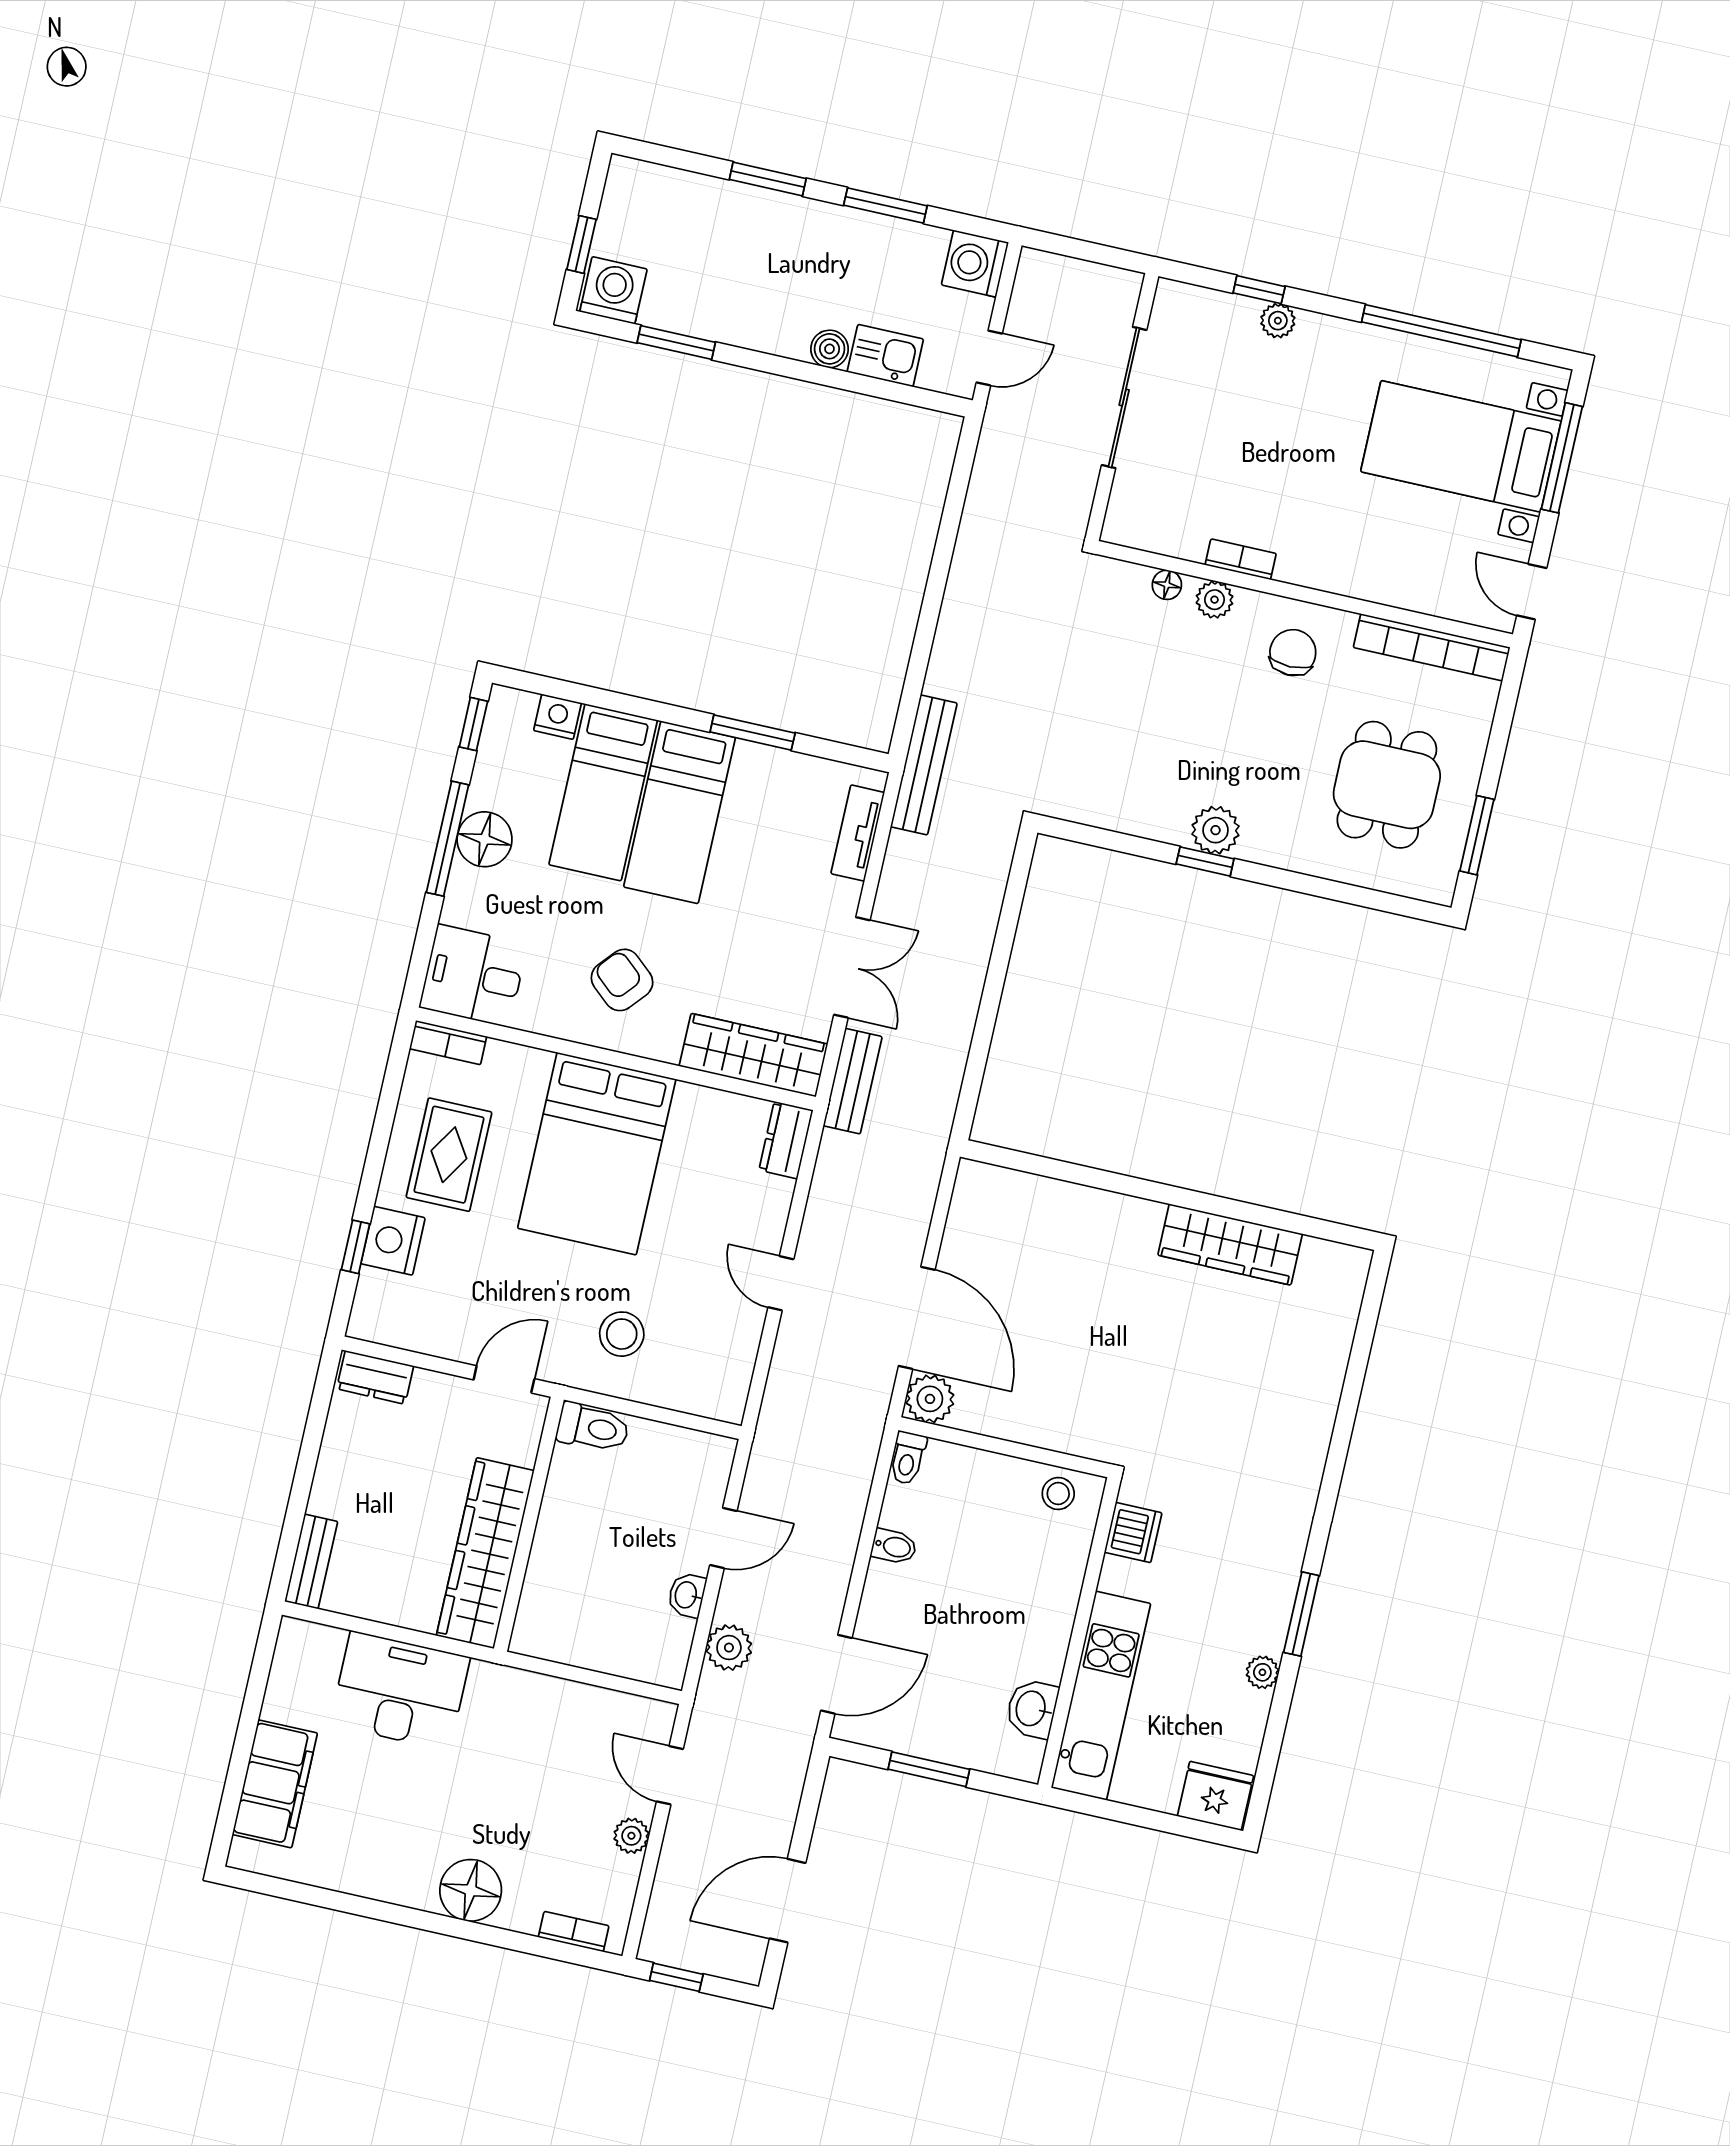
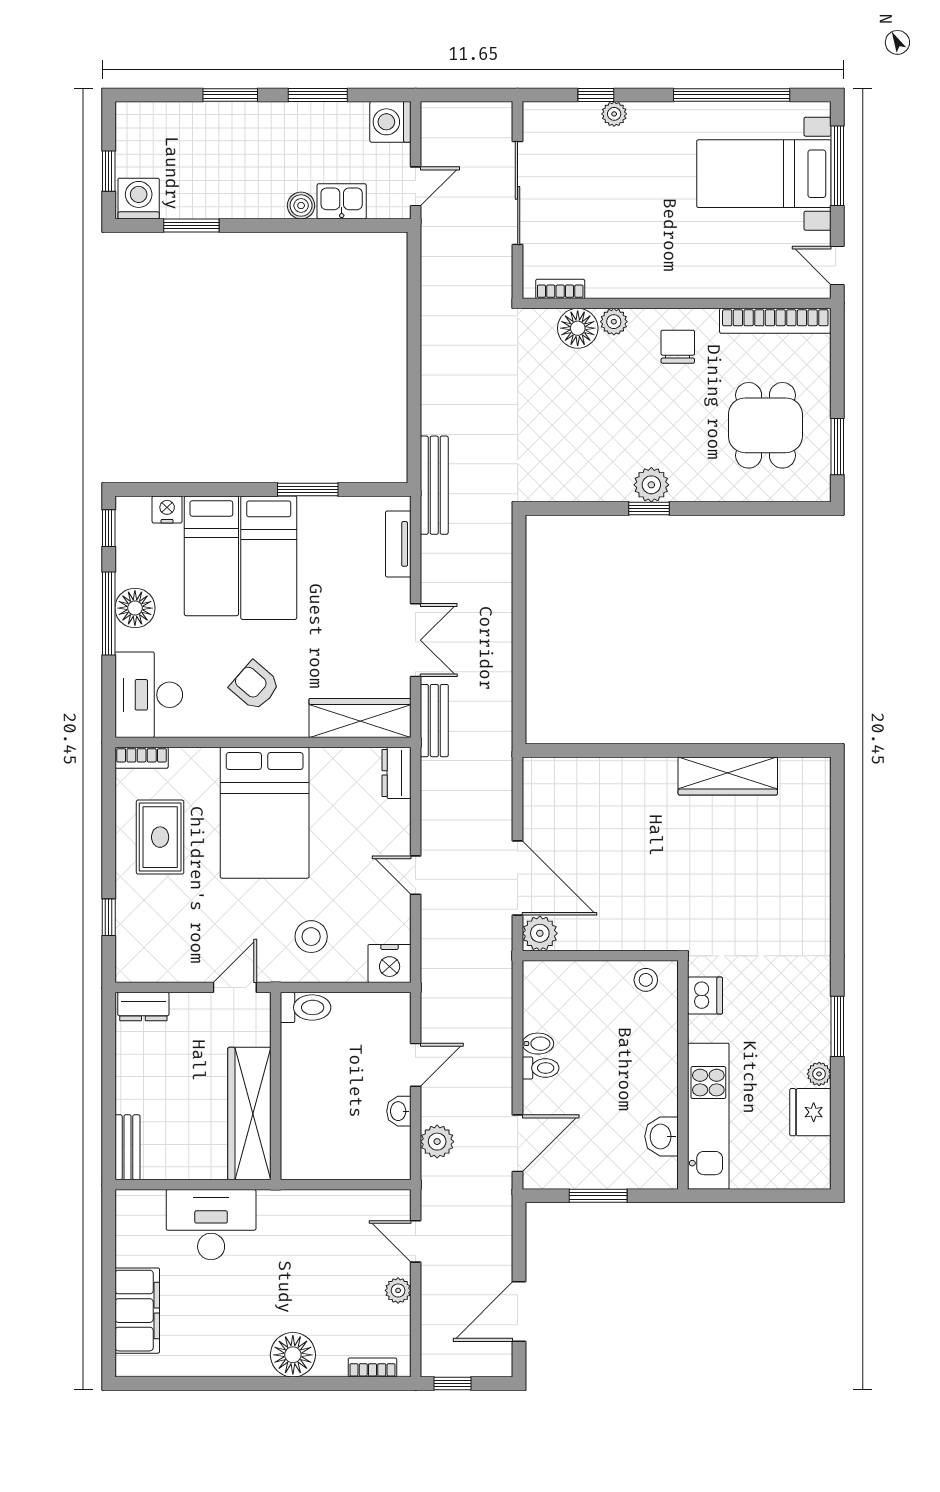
bookcase: (1241, 559) -> (560, 289), moved
floor lamp: (1167, 585) -> (578, 328), width x1.89, depth x1.89
desk: (473, 976) -> (149, 695), width x1.37
nightstand: (393, 1241) -> (390, 963), moved, turned -90
toilet: (908, 1458) -> (541, 1068), moved, turned -90
fridge: (1215, 1796) -> (810, 1112), moved, turned -90

